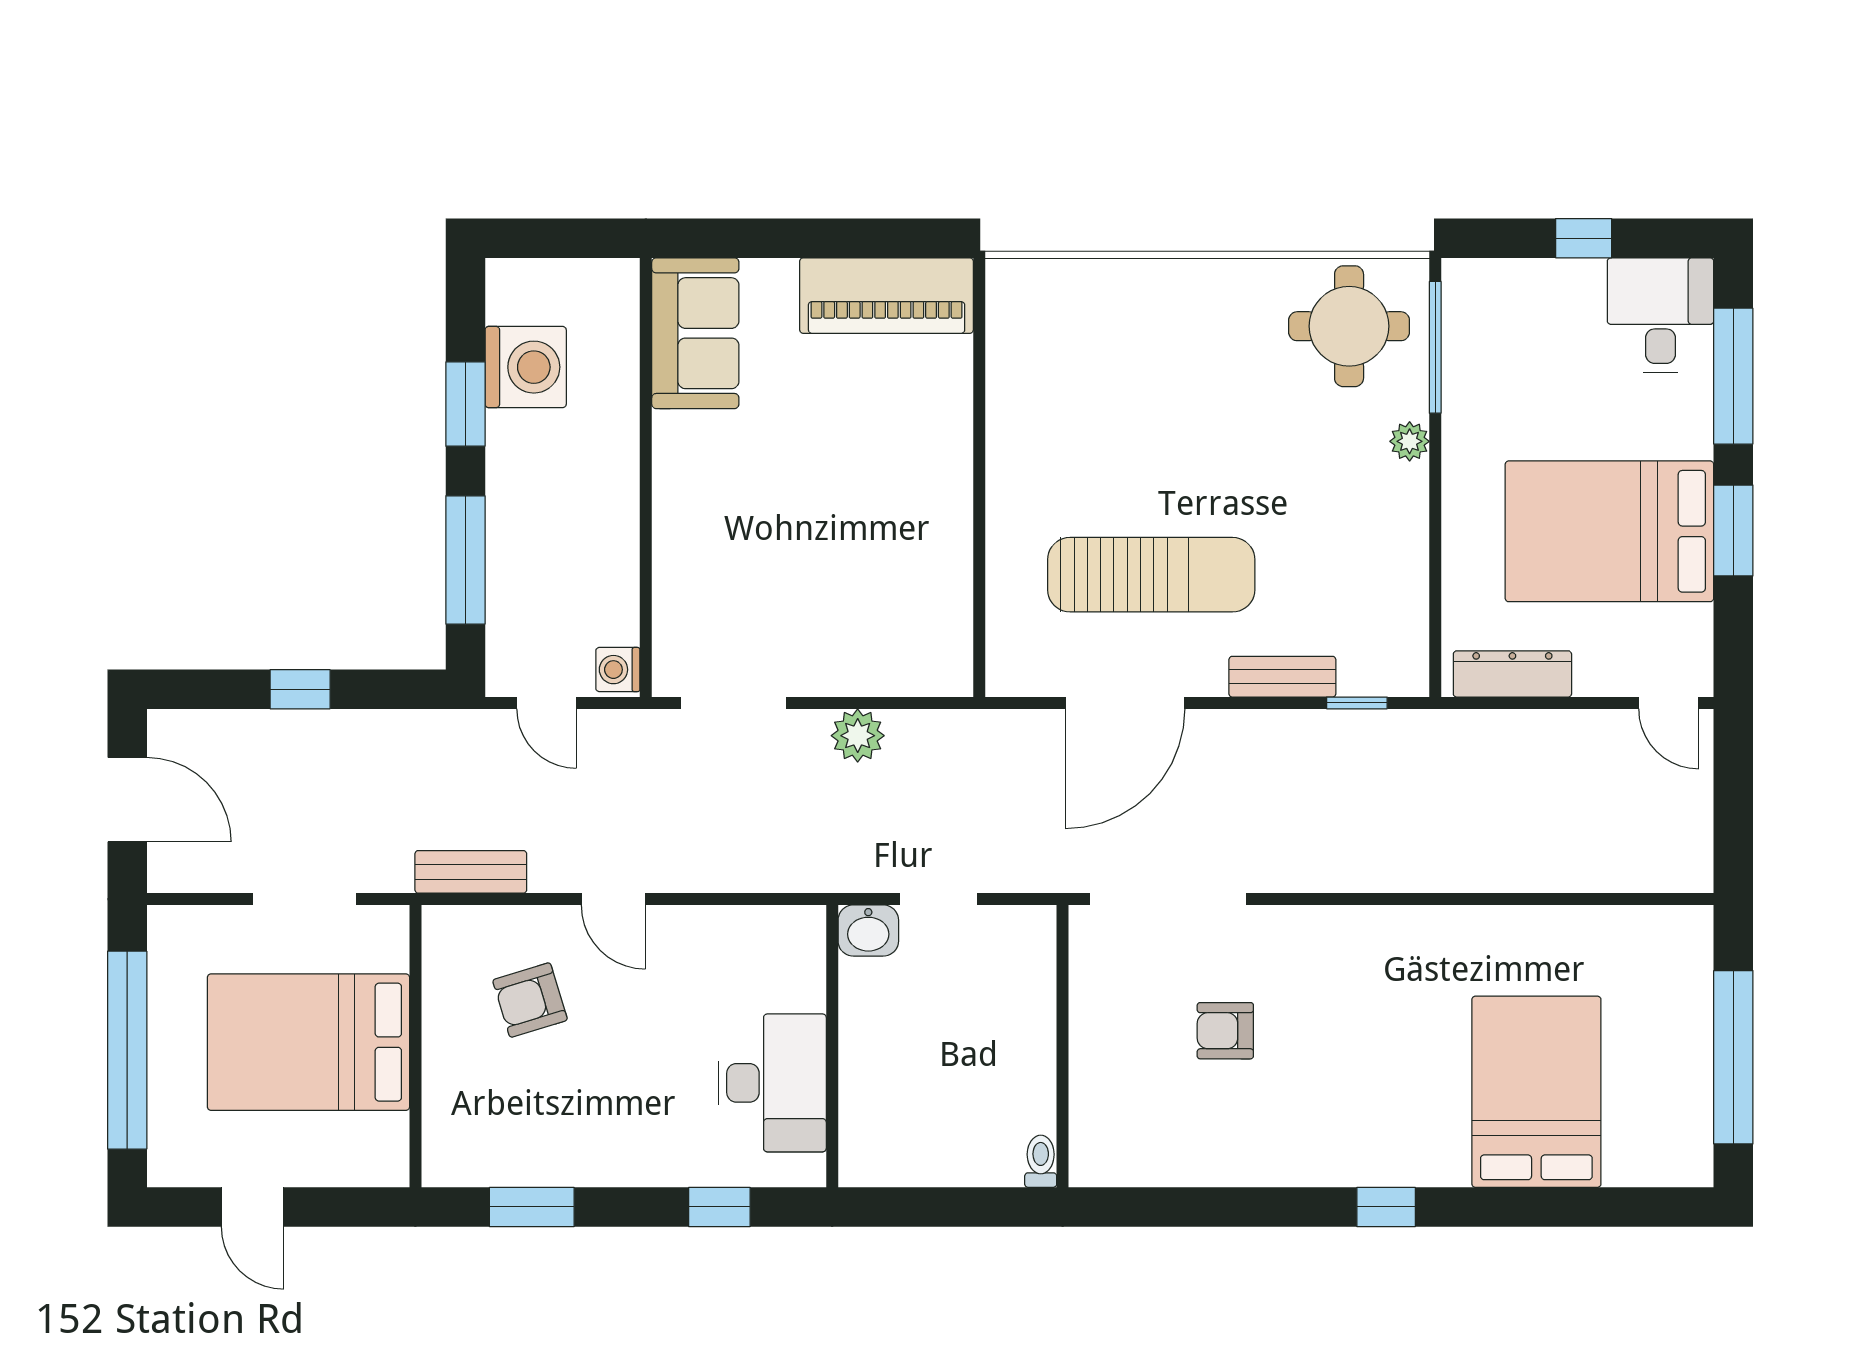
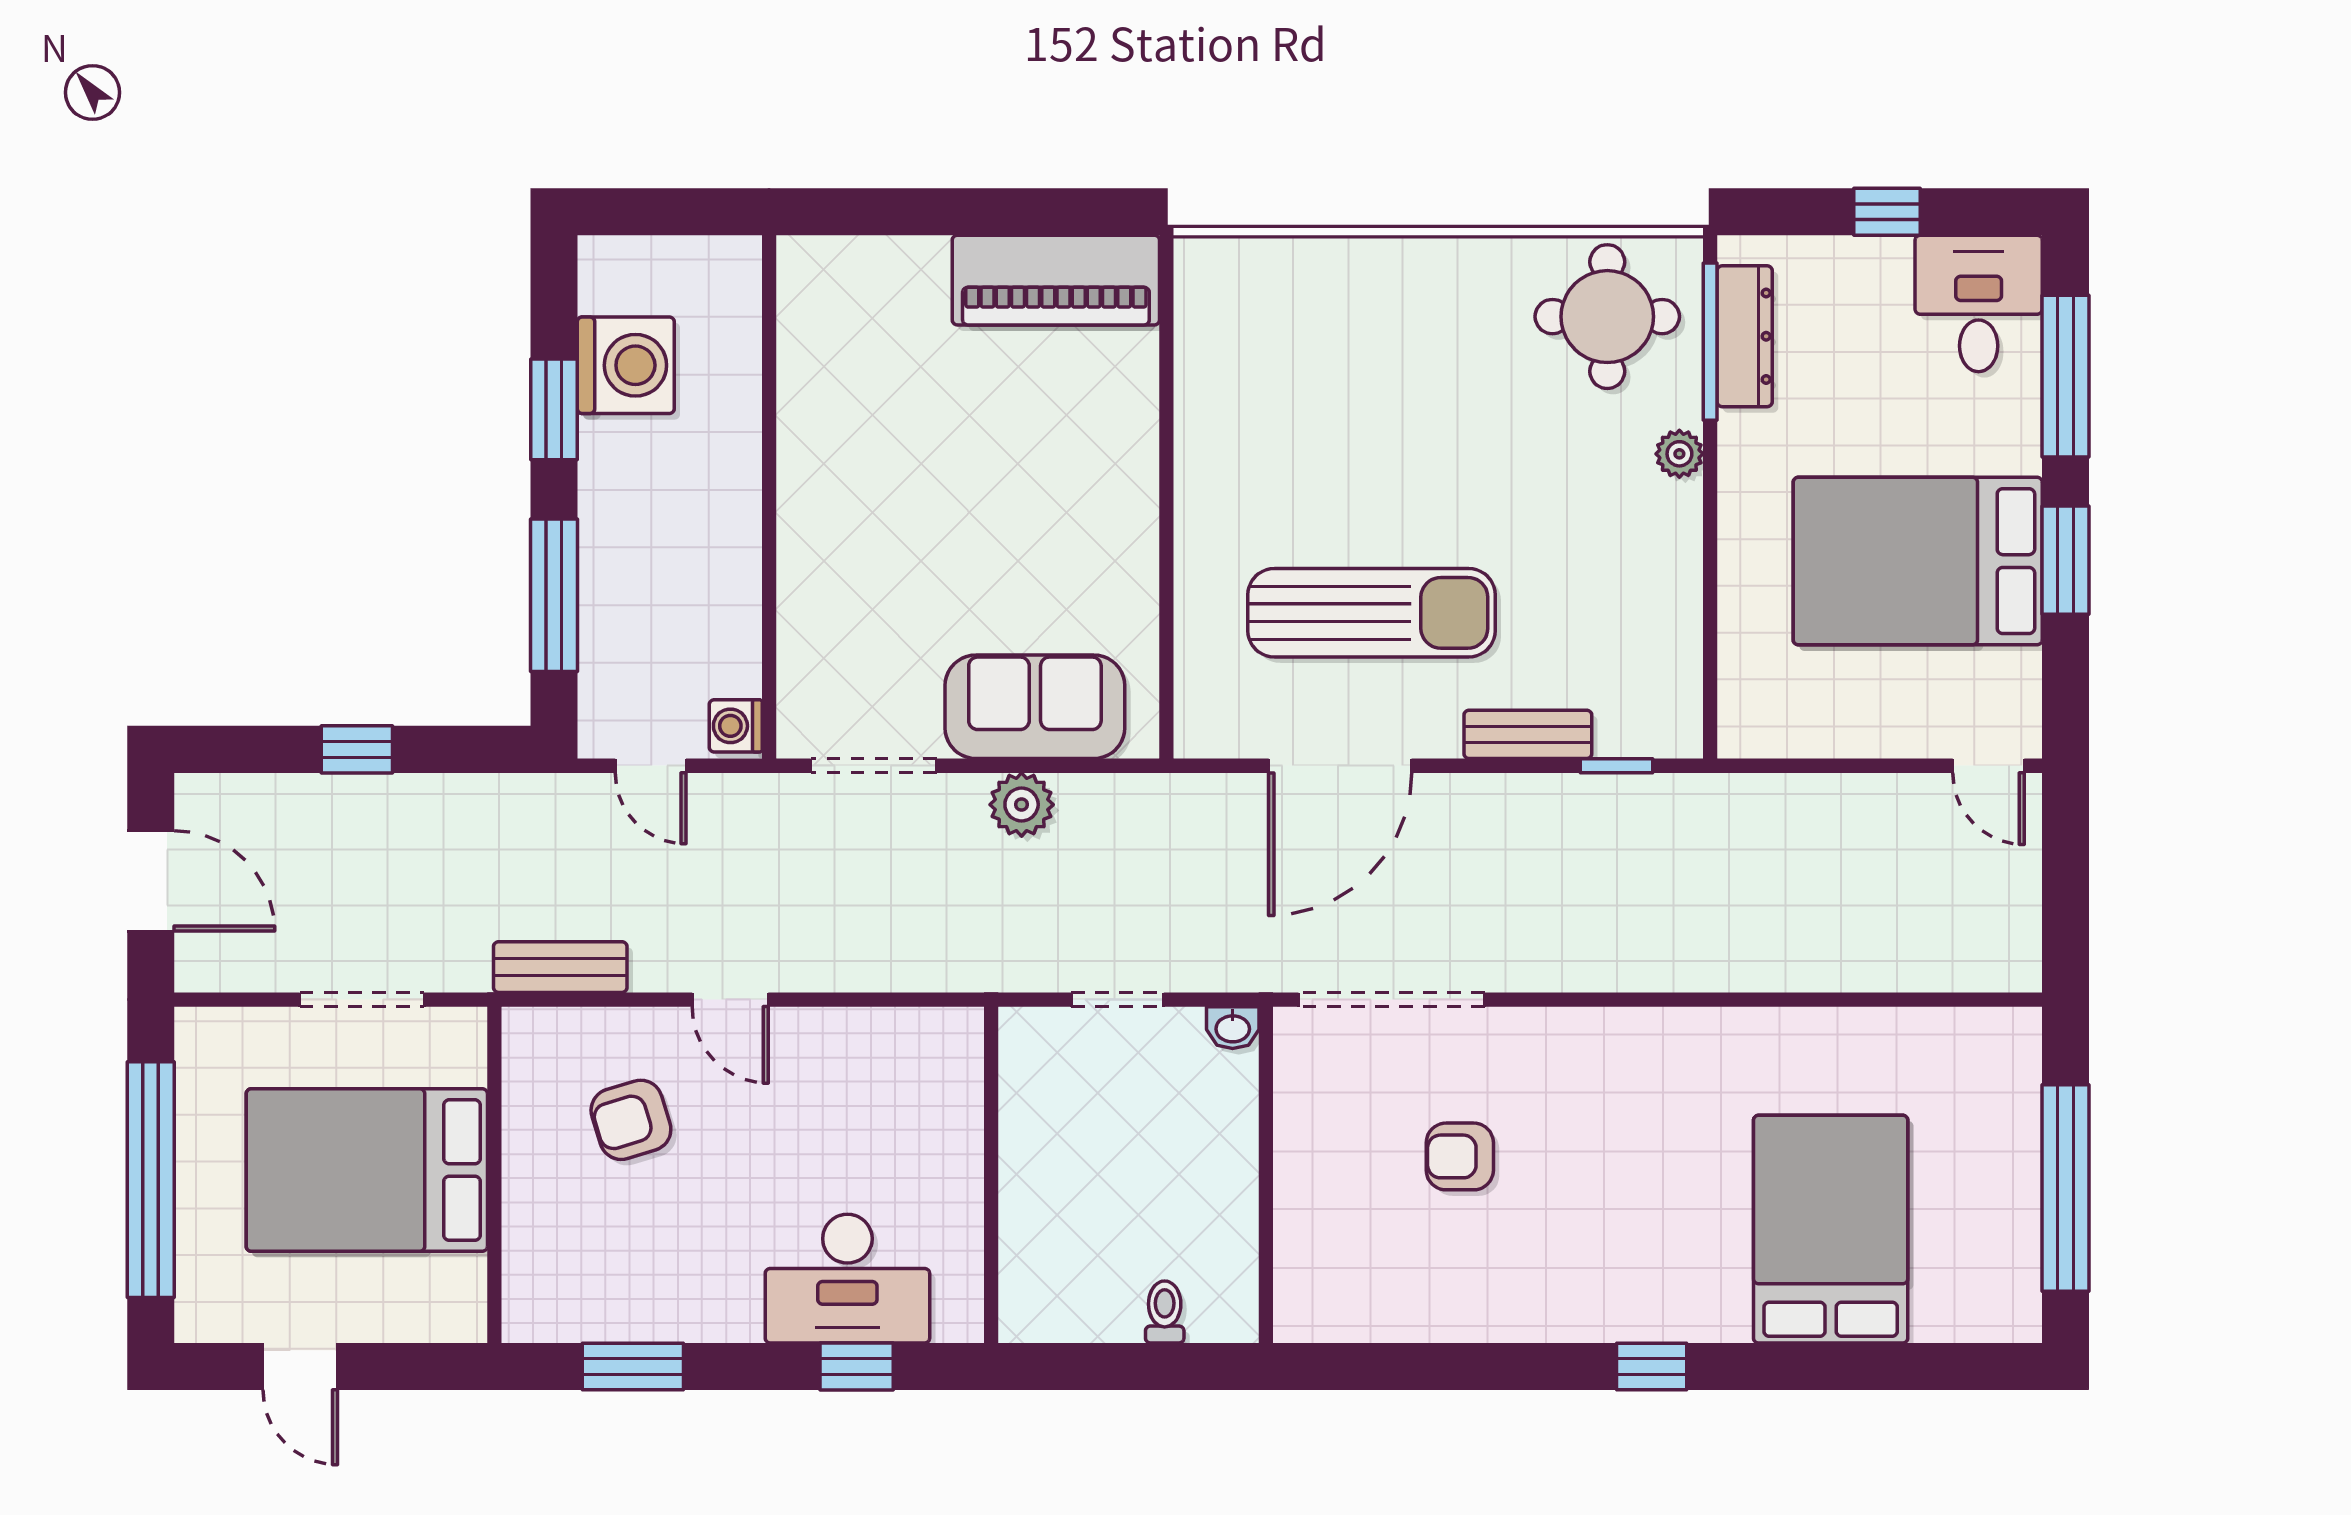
sofa: (695, 333) -> (1035, 707), moved, turned -90
dresser: (1512, 674) -> (1745, 336), moved, turned 90
washbasin: (868, 931) -> (1233, 1028), moved, width x0.72, depth x0.69
desk: (772, 1083) -> (847, 1279), moved, turned 90
toilet: (1041, 1161) -> (1165, 1312), moved

